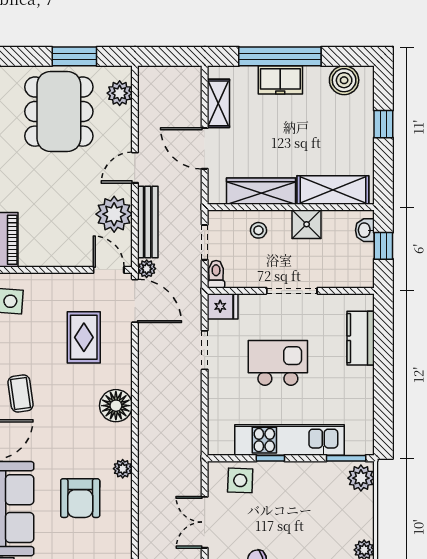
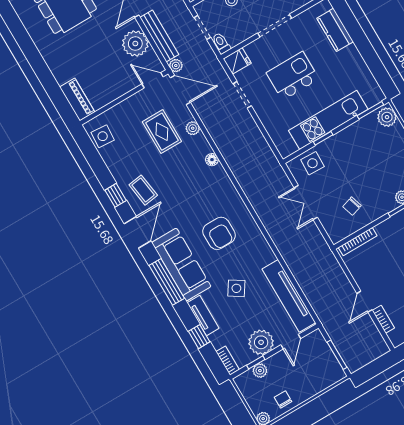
floor lamp: (116, 406) -> (212, 160), width x0.53, depth x0.53
plant: (123, 469) -> (193, 128), moved

